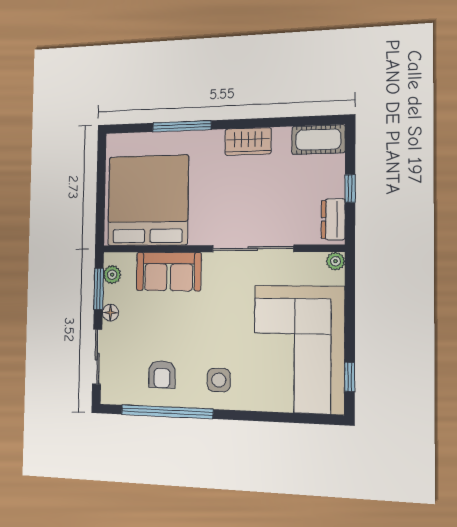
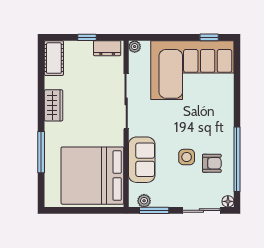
floor lamp: (110, 313) -> (228, 201), moved
side table: (219, 380) -> (187, 157), moved

